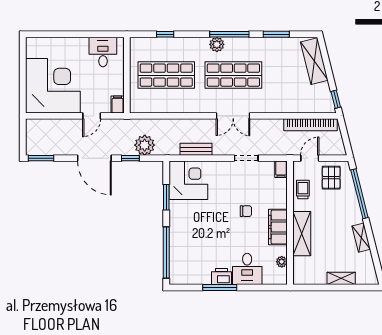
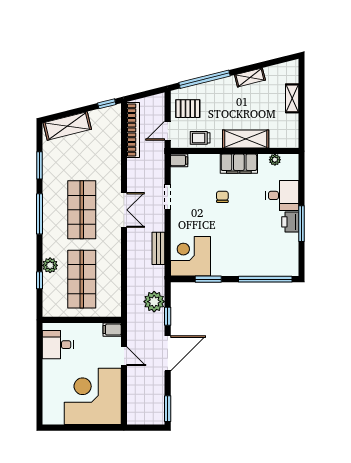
plant: (217, 44) -> (50, 265), moved
door: (310, 158) -> (168, 131), hinge flipped

